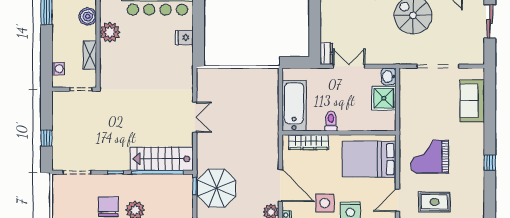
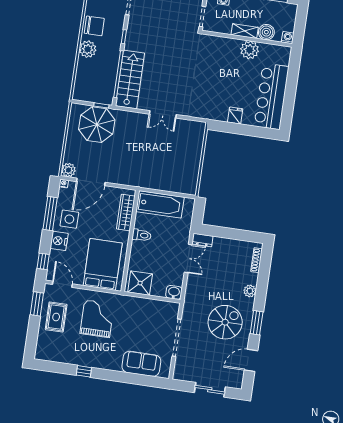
shelving: (90, 55) -> (245, 31), moved
shower: (384, 98) -> (140, 283), moved

